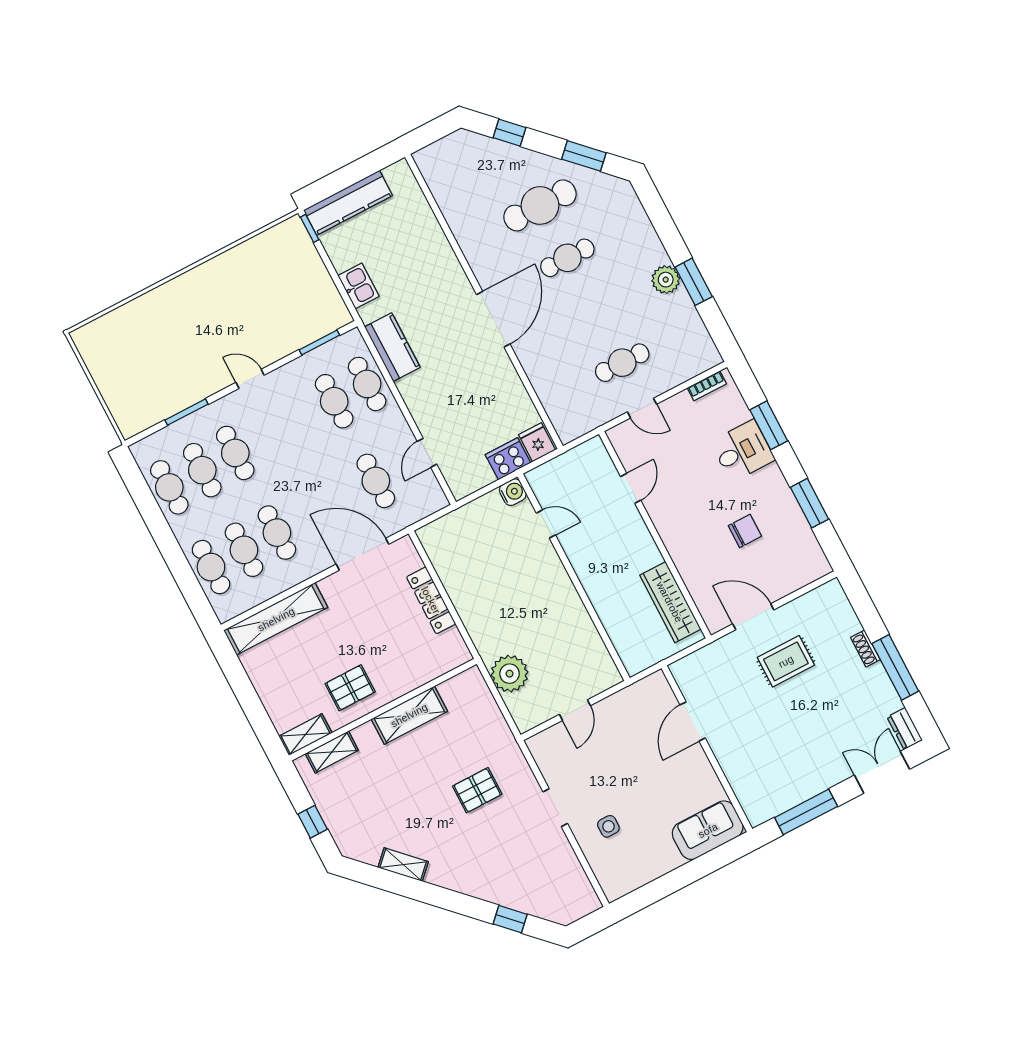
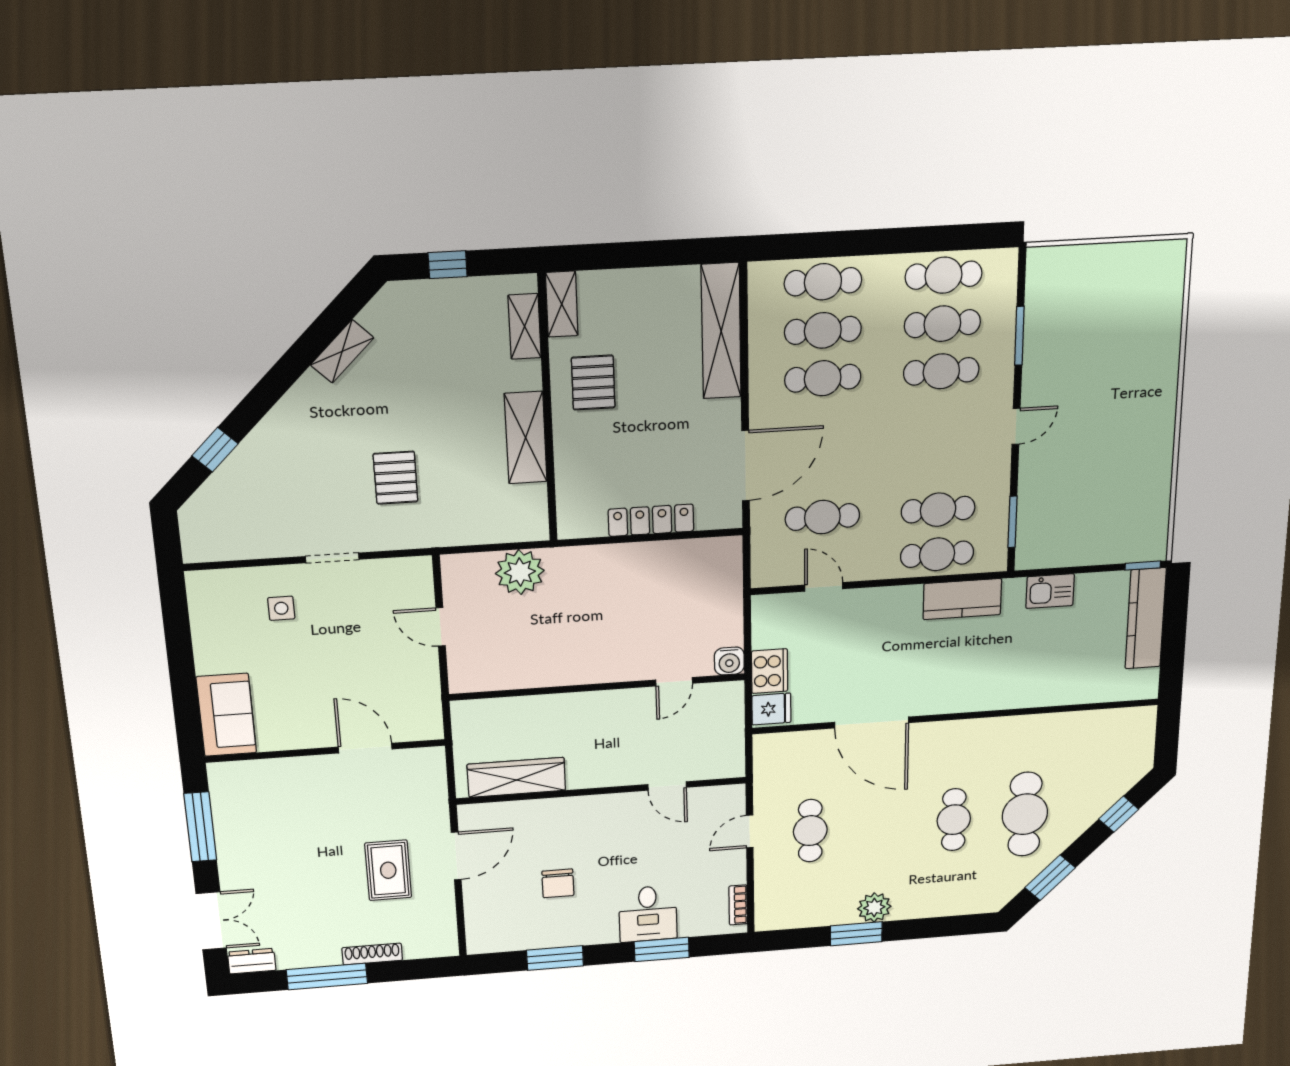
door: (493, 319) -> (872, 722), moved
shoe rack: (865, 649) -> (372, 954), width x1.43

